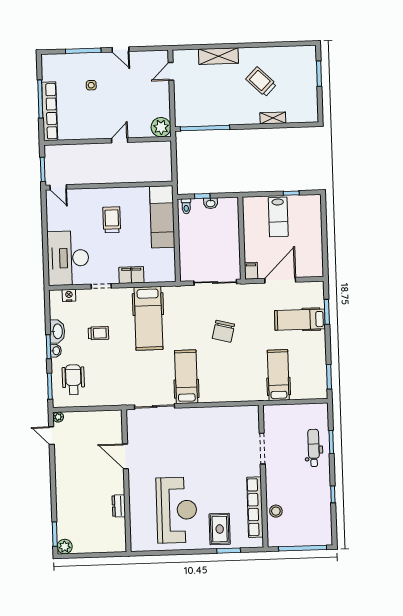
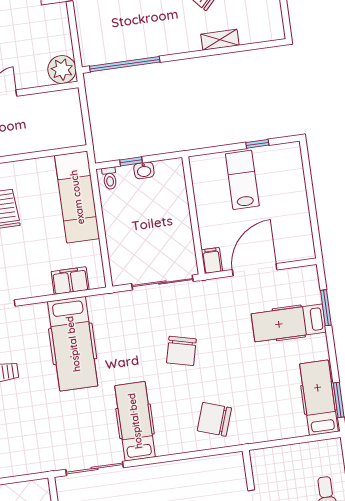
lab bench: (278, 217) -> (242, 180), turned 180
filing cabinet: (131, 275) -> (70, 281), moved
hospital bed: (278, 375) -> (319, 398), moved
chair: (241, 381) -> (214, 419), added

